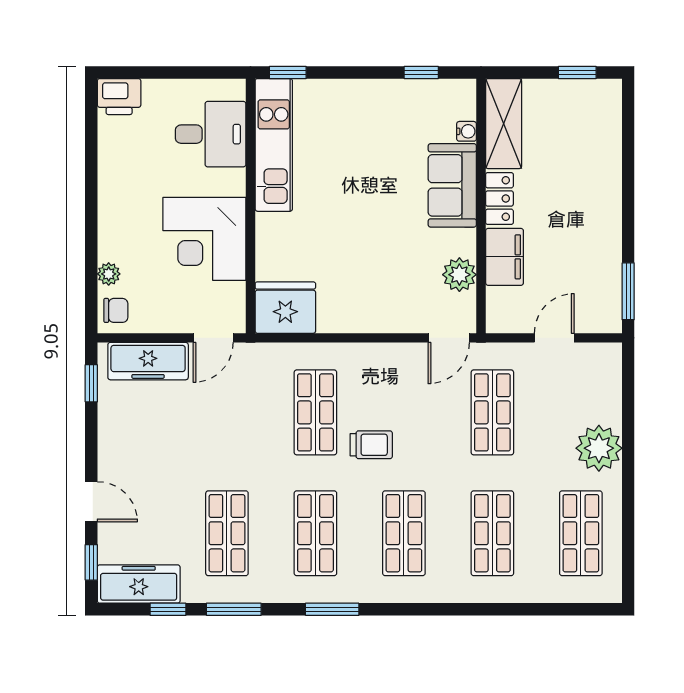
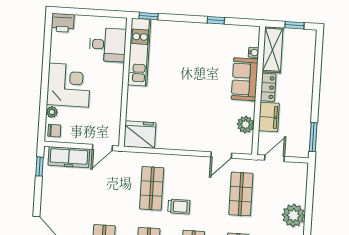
shelving: (504, 124) -> (273, 50), moved
water cooler: (467, 131) -> (254, 52), moved
sofa: (452, 185) -> (245, 79), moved
locker: (499, 199) -> (268, 87), moved
wall: (481, 206) -> (259, 91), moved
corner desk: (204, 239) -> (69, 85), moved, turned 180
filing cabinet: (505, 257) -> (269, 117), moved
plant: (459, 275) -> (245, 124), moved

